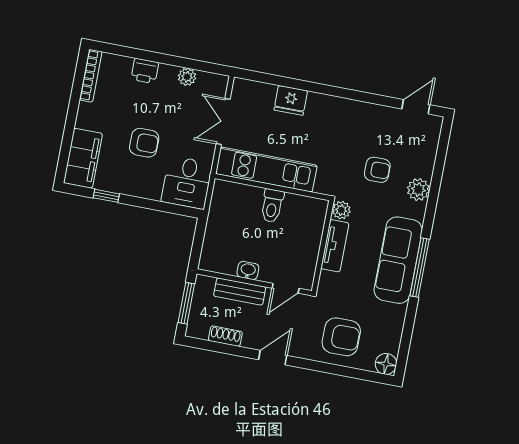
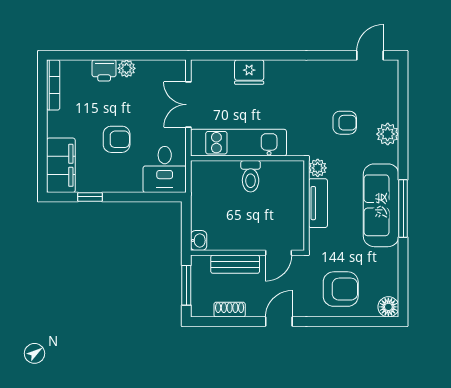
plant: (187, 77) -> (127, 68), moved
washbasin: (248, 270) -> (199, 240), moved, turned 90

